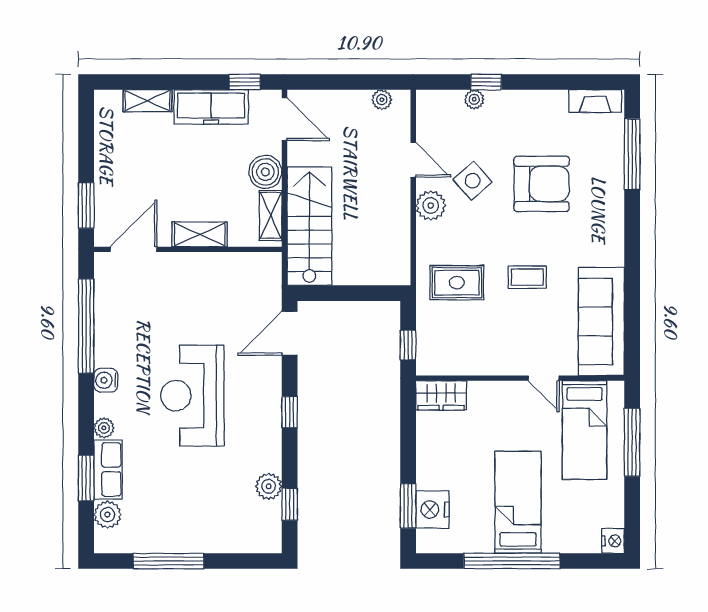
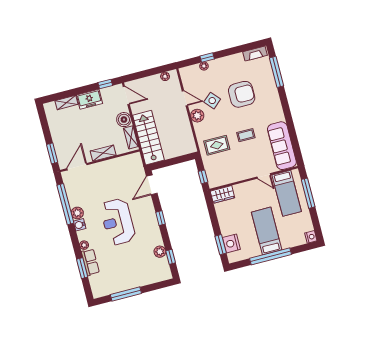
freezer: (211, 107) -> (89, 99), width x0.71
plant: (108, 515) -> (77, 213), moved

